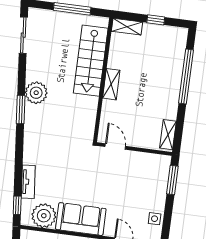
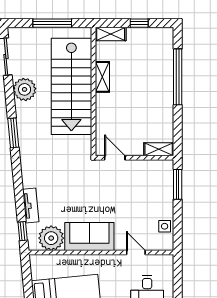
stairs: (91, 61) -> (71, 86), width x1.36, depth x1.51
shelving: (111, 84) -> (102, 77), moved
plant: (36, 93) -> (25, 89), moved
shelving: (168, 135) -> (159, 149), moved, turned 90

